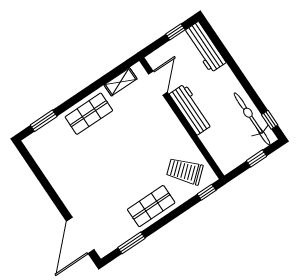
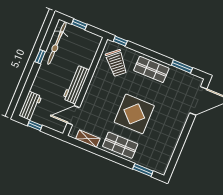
workbench: (205, 47) -> (30, 106), width x0.73
window: (270, 120) -> (40, 57), moved
display table: (114, 153) -> (134, 114), added

